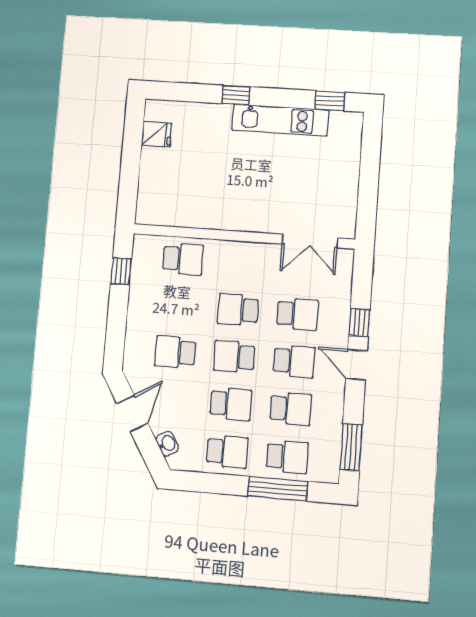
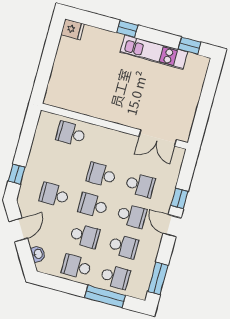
fridge: (157, 134) -> (73, 29), moved
school desk: (183, 259) -> (71, 134), turned 180
window: (121, 271) -> (17, 174), moved
school desk: (227, 452) -> (76, 267), turned 180

